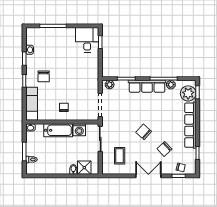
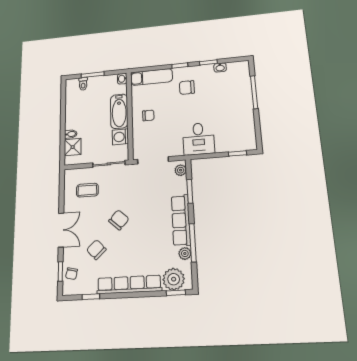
desk: (87, 40) -> (198, 139), moved, turned 90

